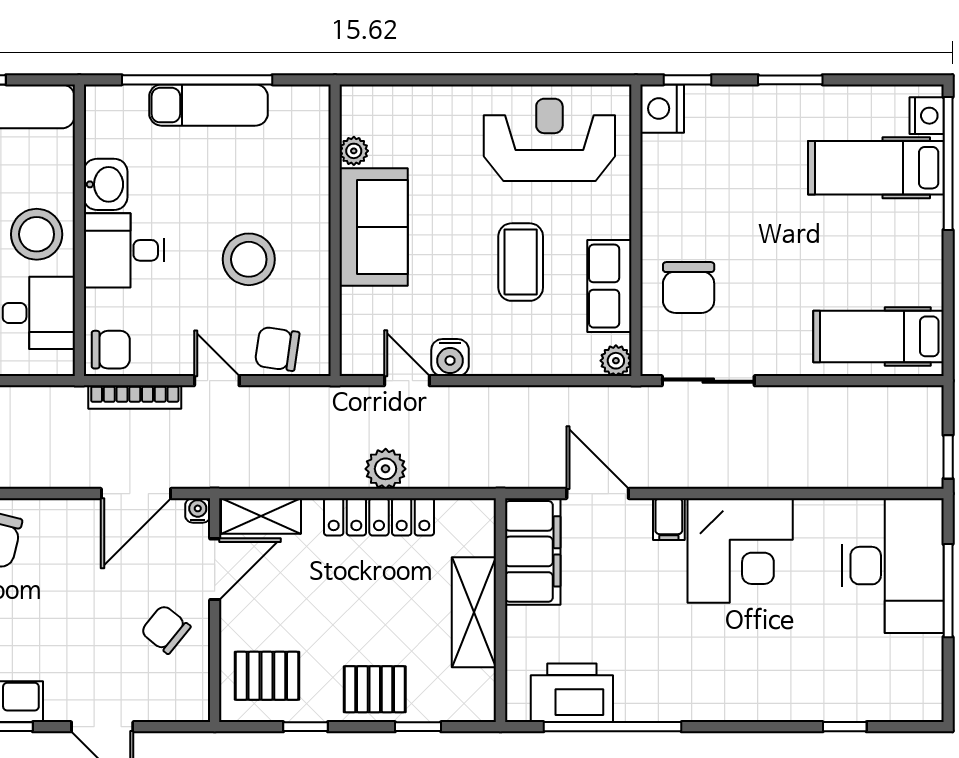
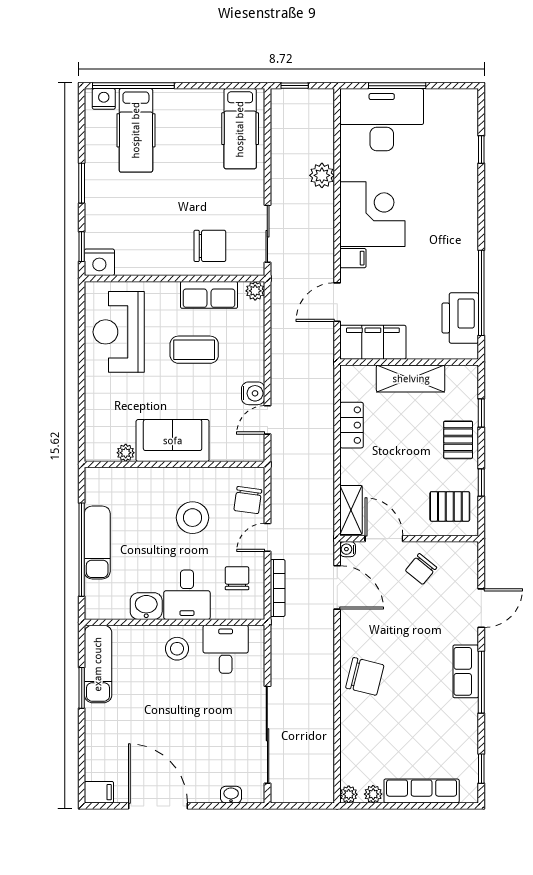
stool: (37, 234) -> (177, 649), width x0.73, depth x0.73
chair: (111, 350) -> (237, 578), moved
window: (948, 457) -> (295, 86), moved
plant: (386, 469) -> (322, 175), moved
locker: (379, 517) -> (352, 425), width x0.66
pallet: (267, 676) -> (450, 506), turned 90

